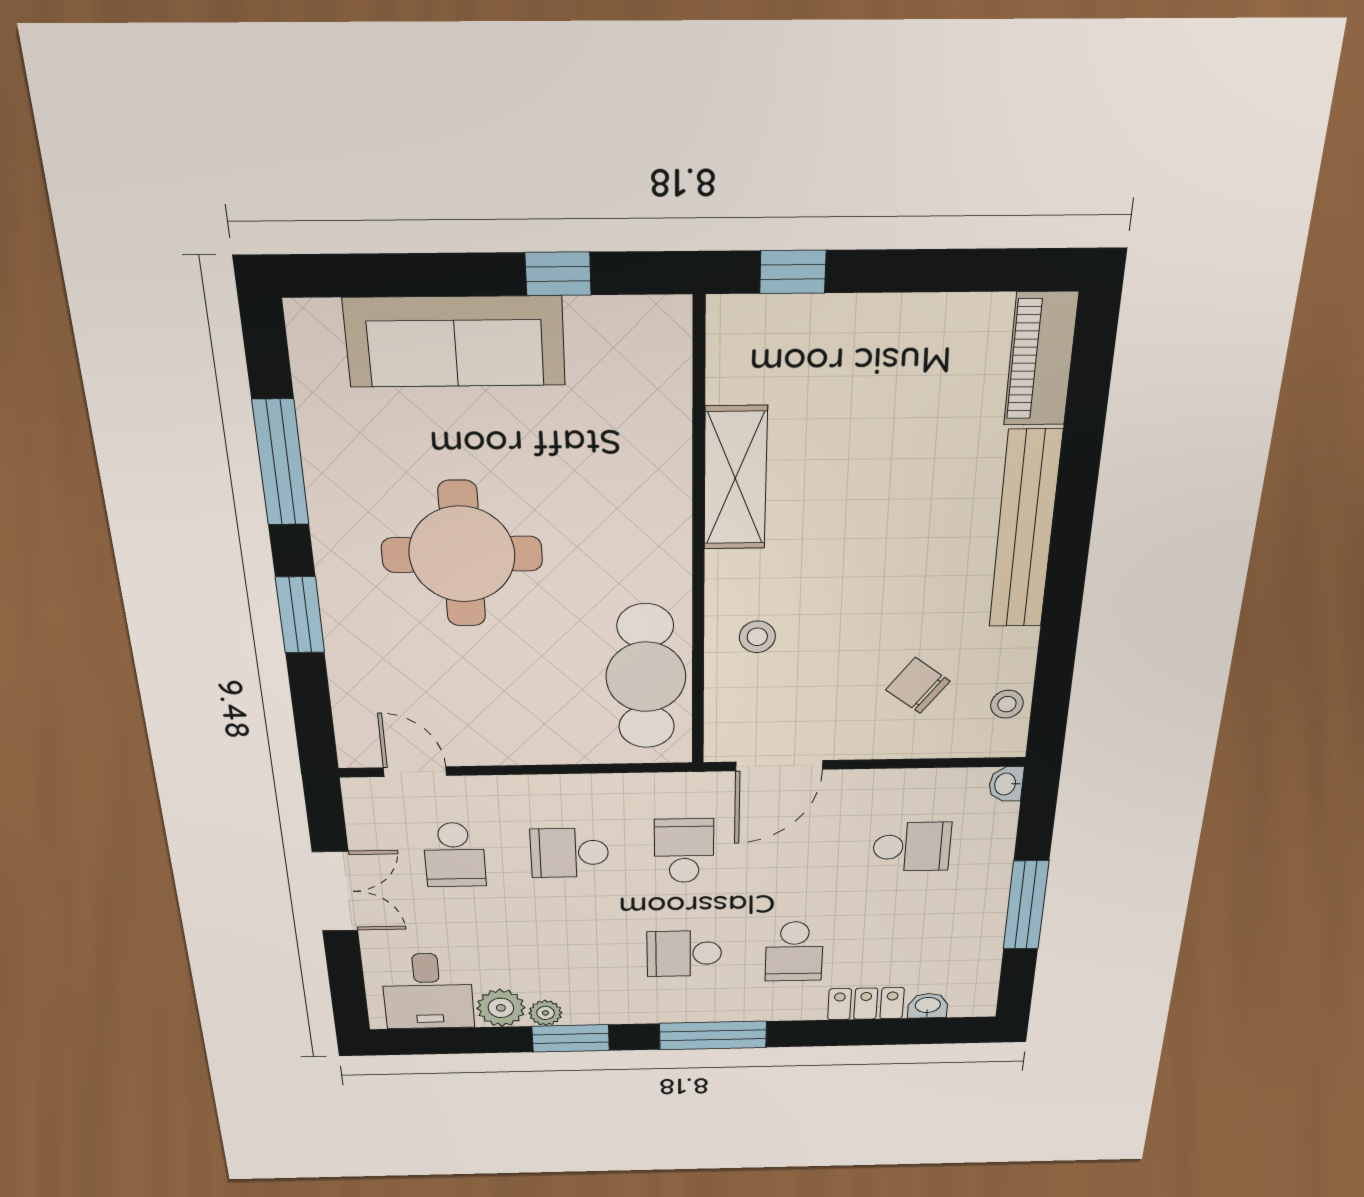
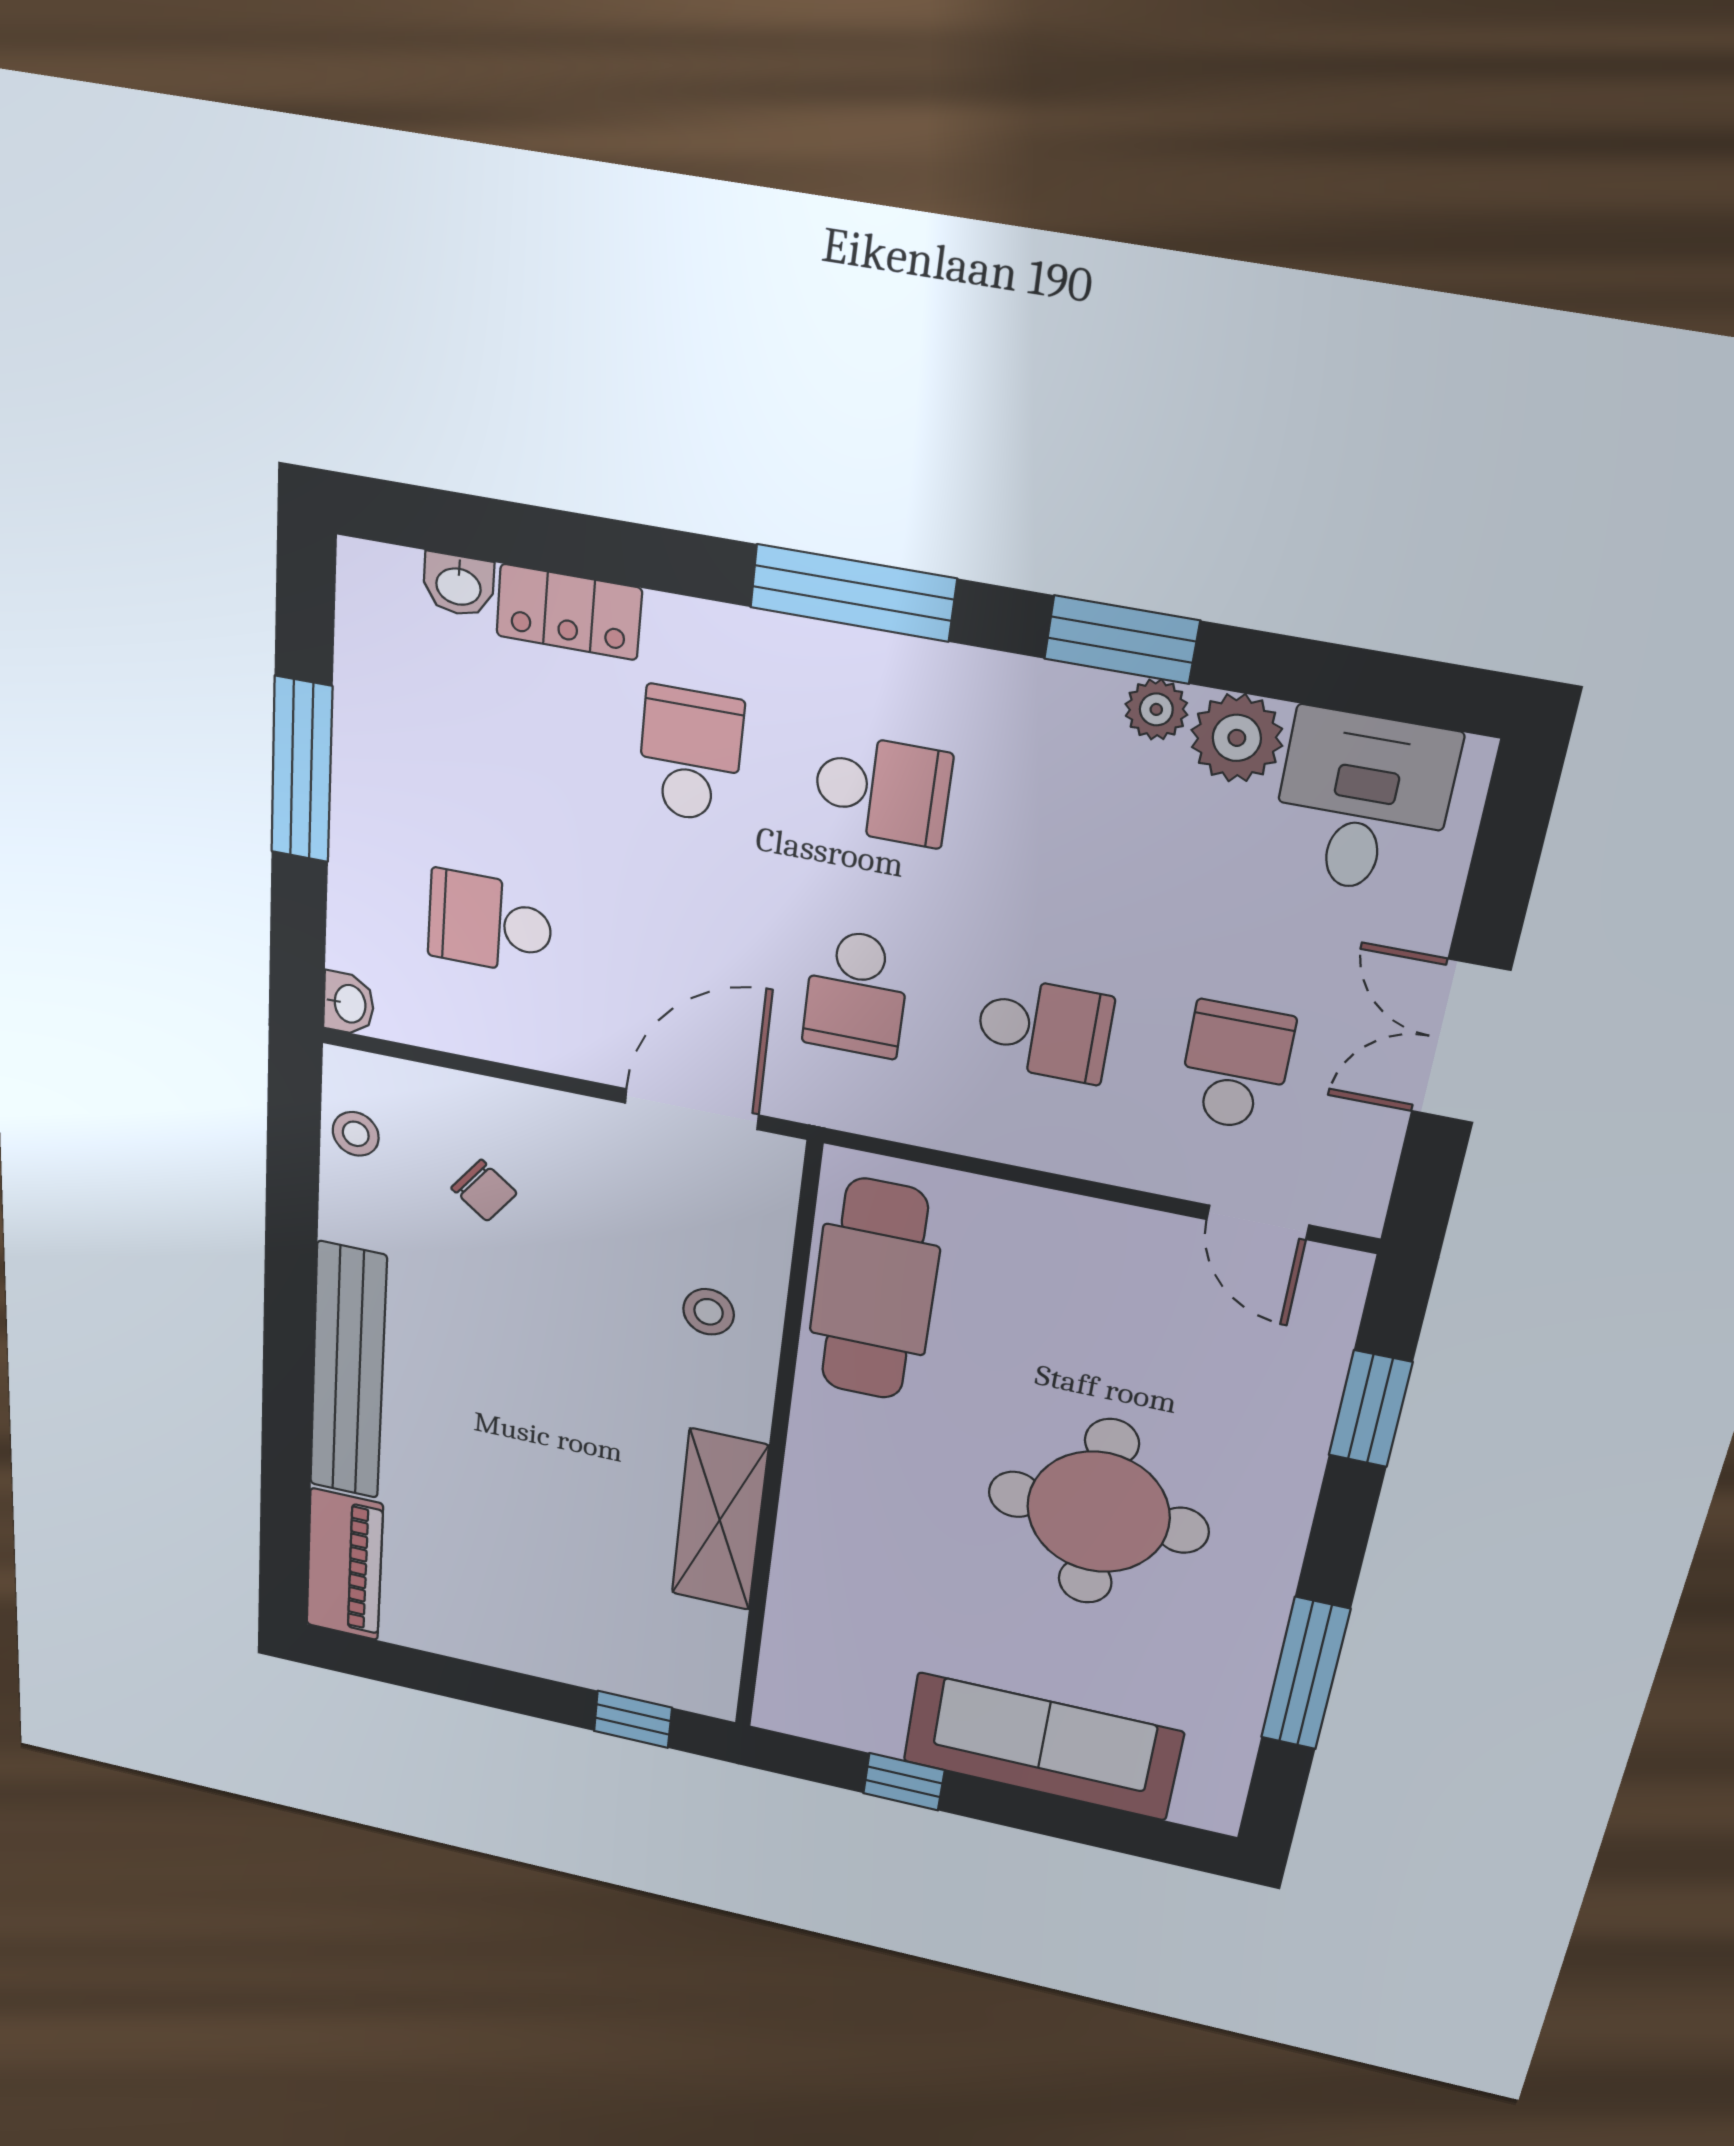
window: (300, 615) -> (1370, 1409), moved
chair: (918, 686) -> (484, 1191), width x0.73, depth x0.73

